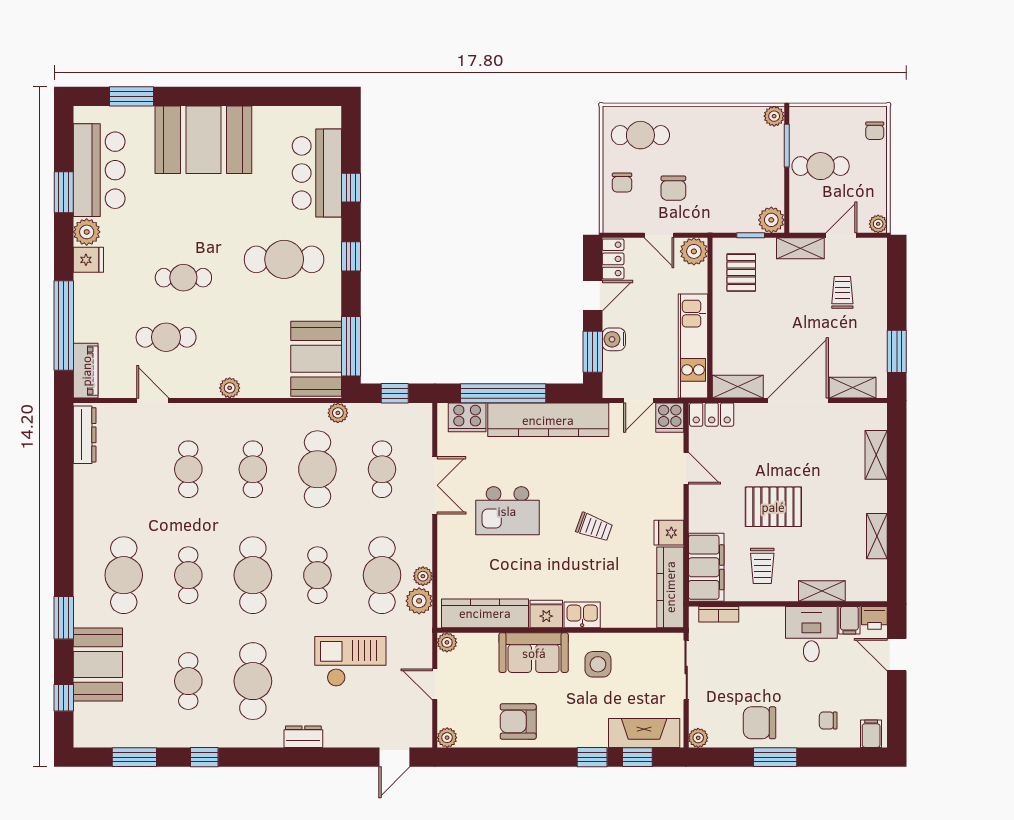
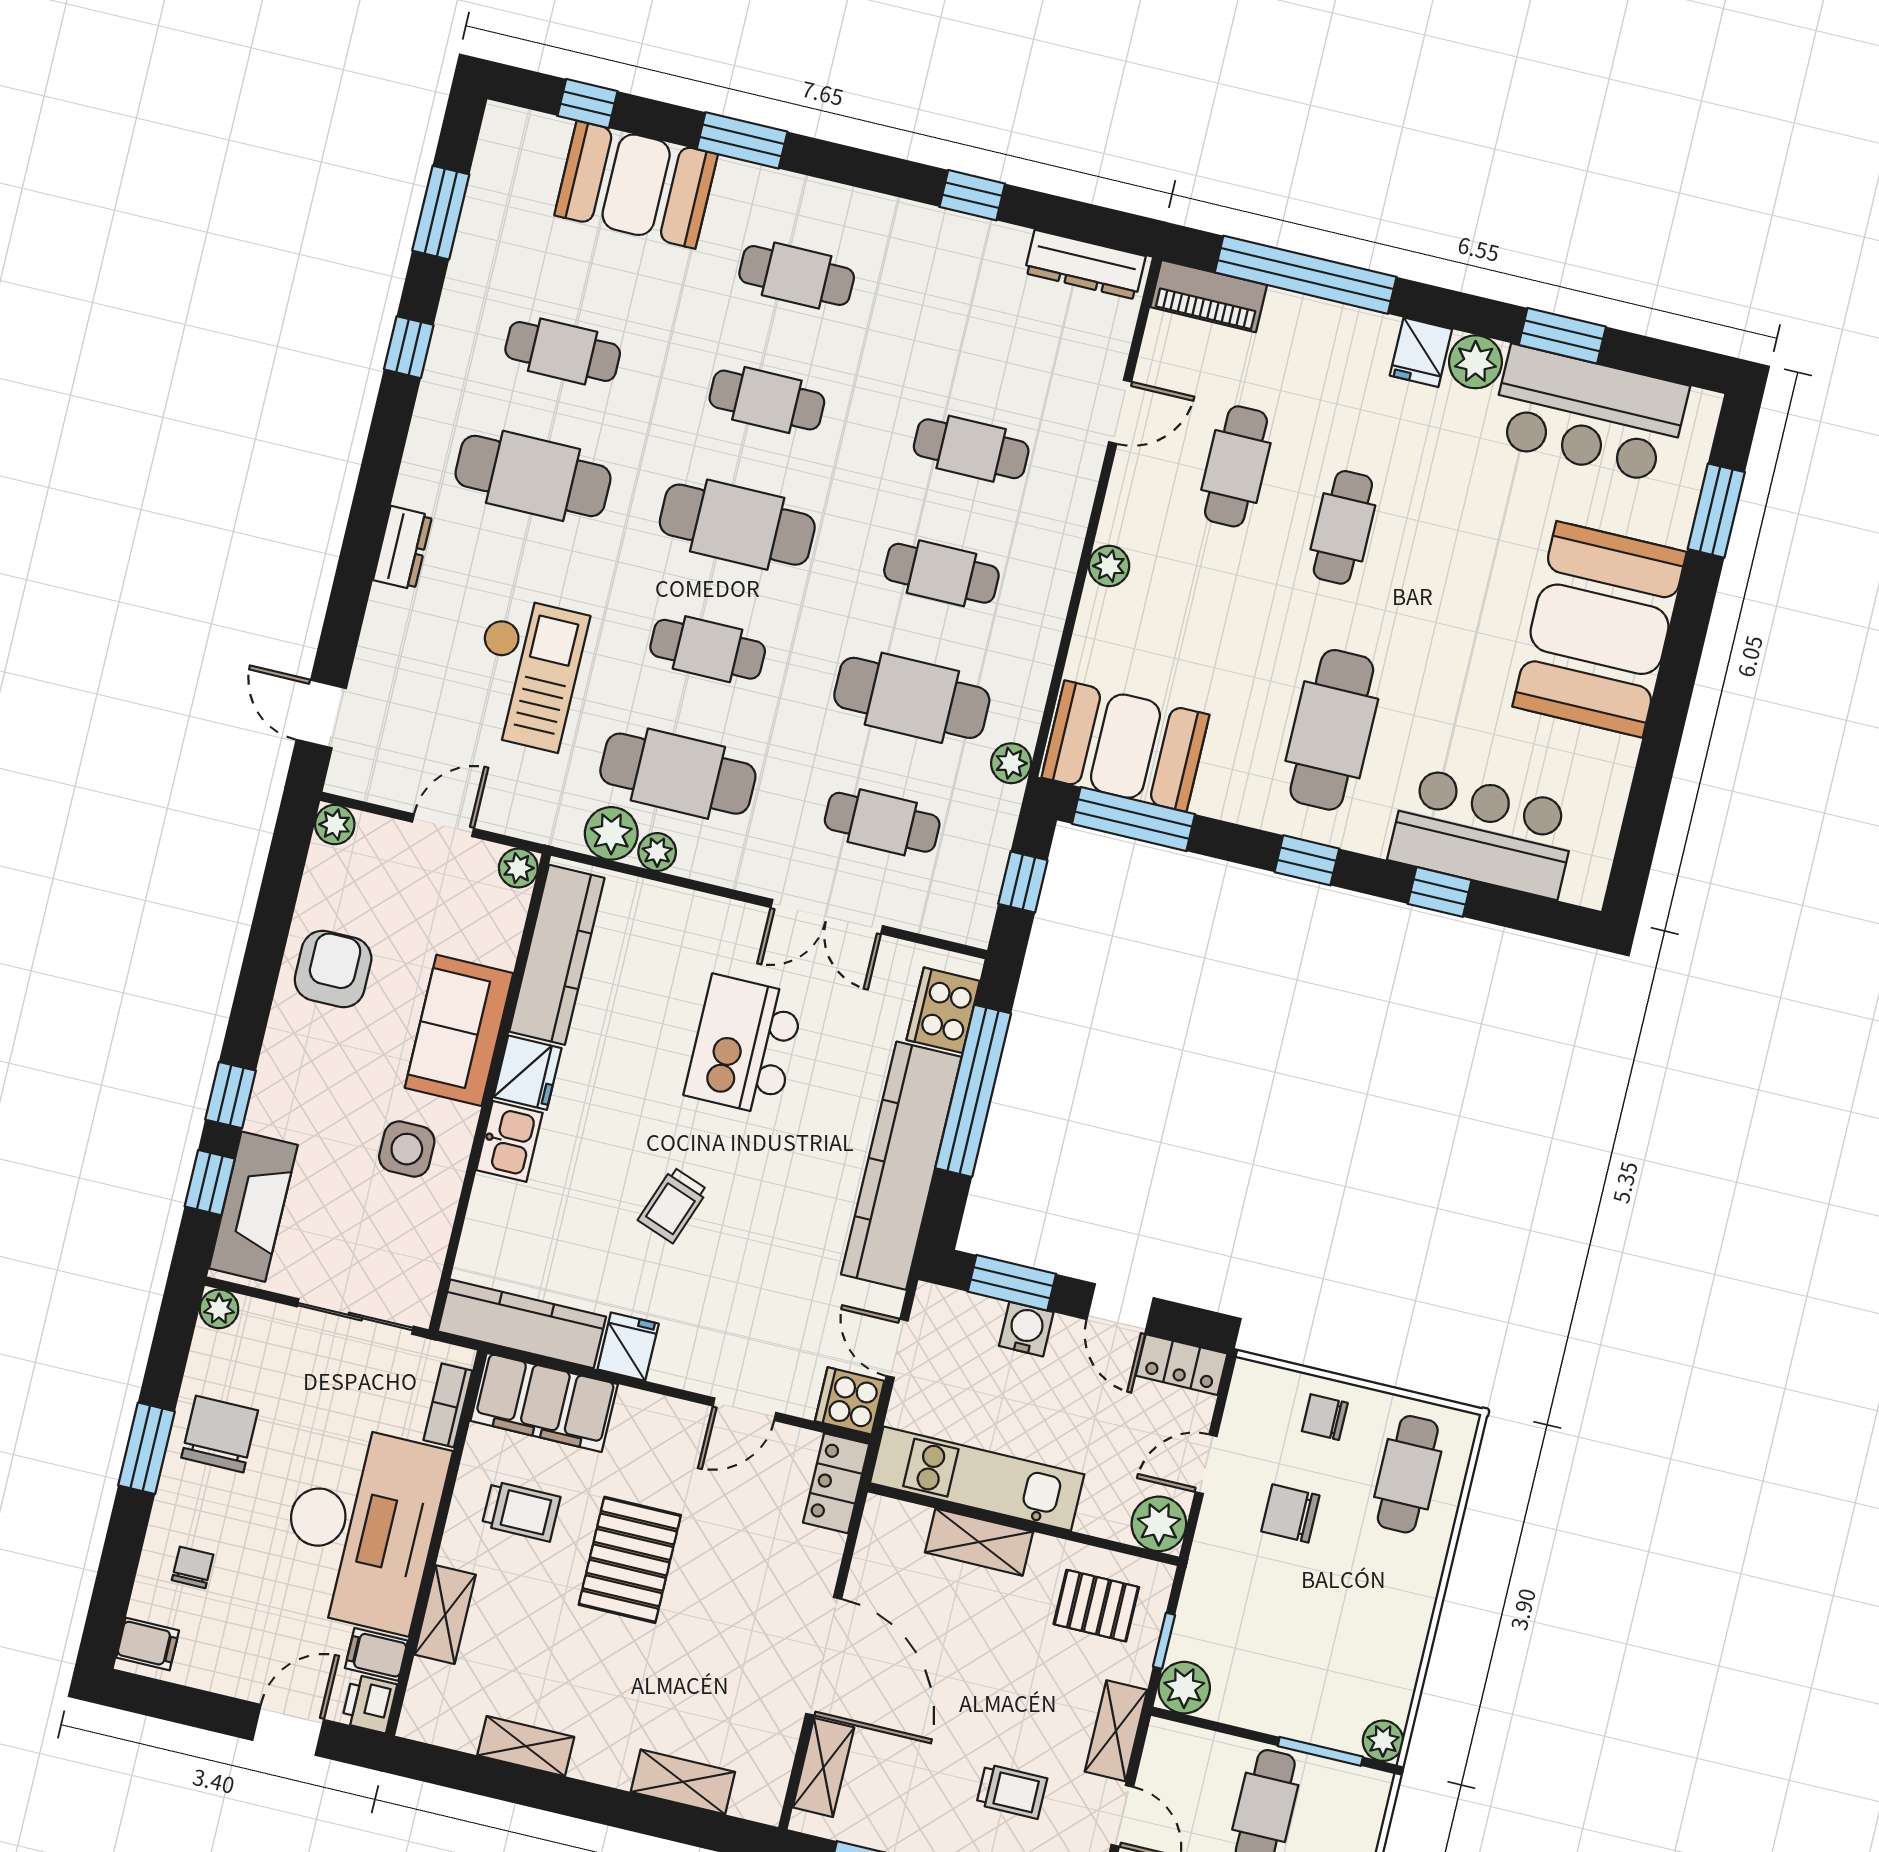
shelving: (738, 387) -> (979, 1542), moved, turned 90
window: (64, 498) -> (972, 195), added
trolley: (762, 566) -> (521, 1511), turned 180
cafe table: (124, 575) -> (797, 276), width x0.73, depth x0.74
desk: (811, 634) -> (361, 1527), width x1.87, depth x1.30

